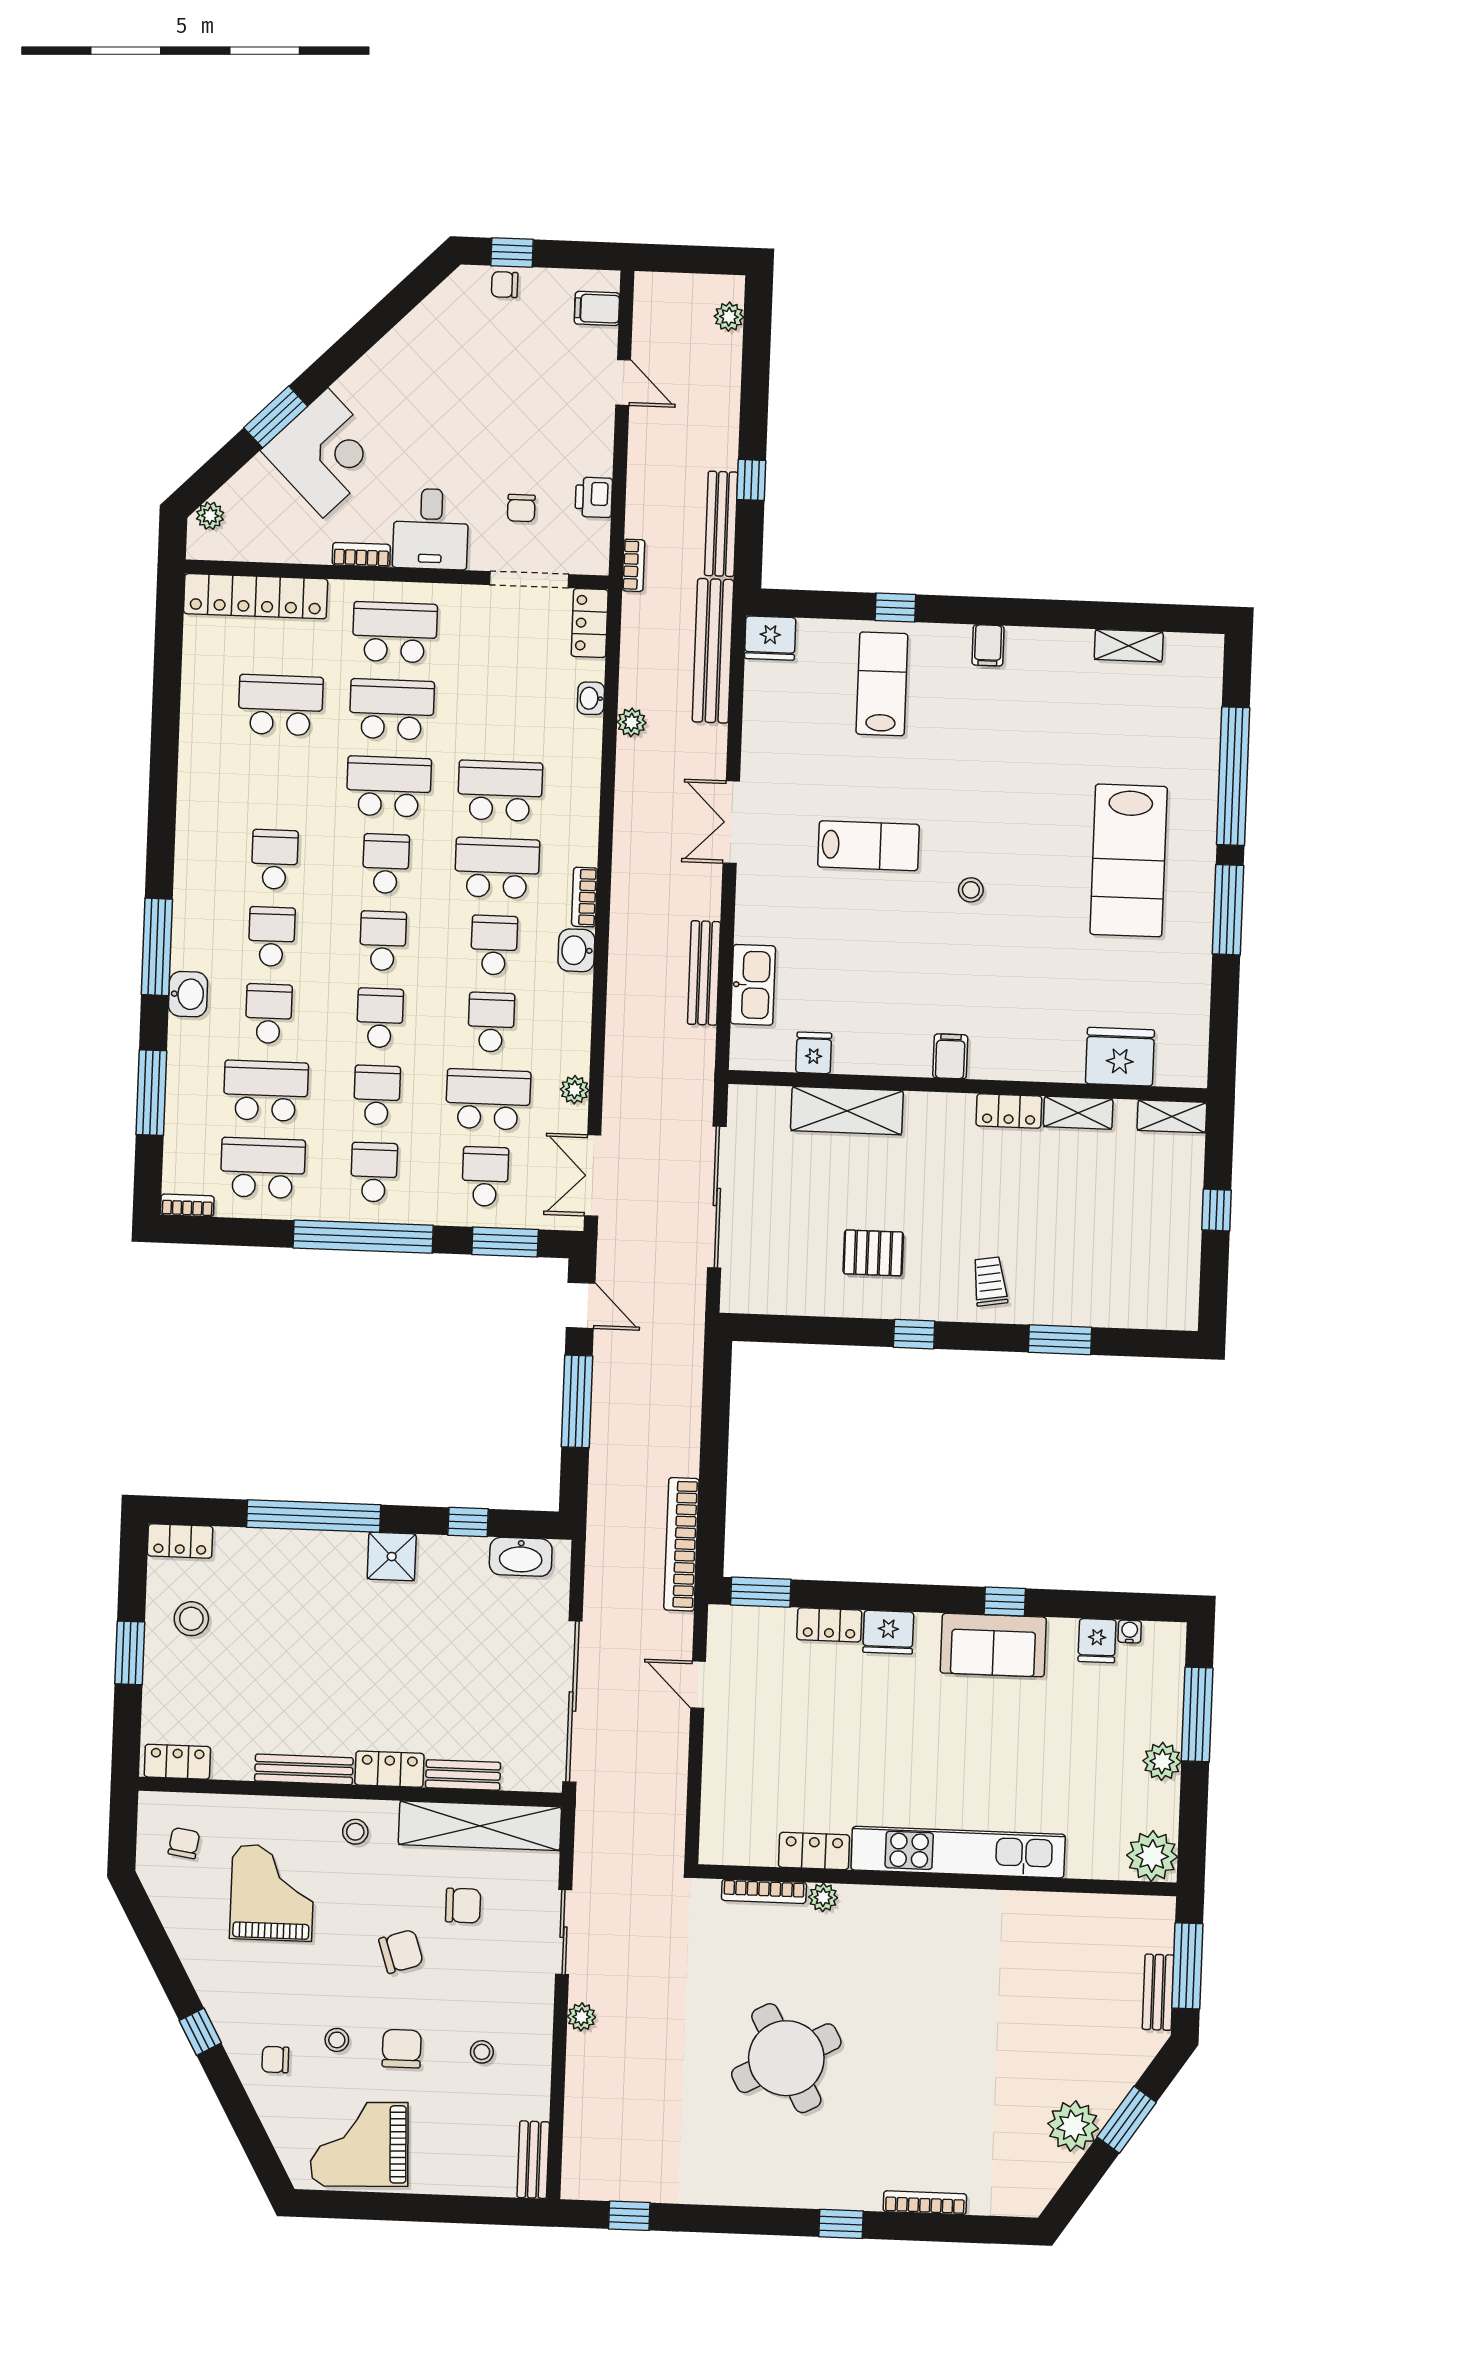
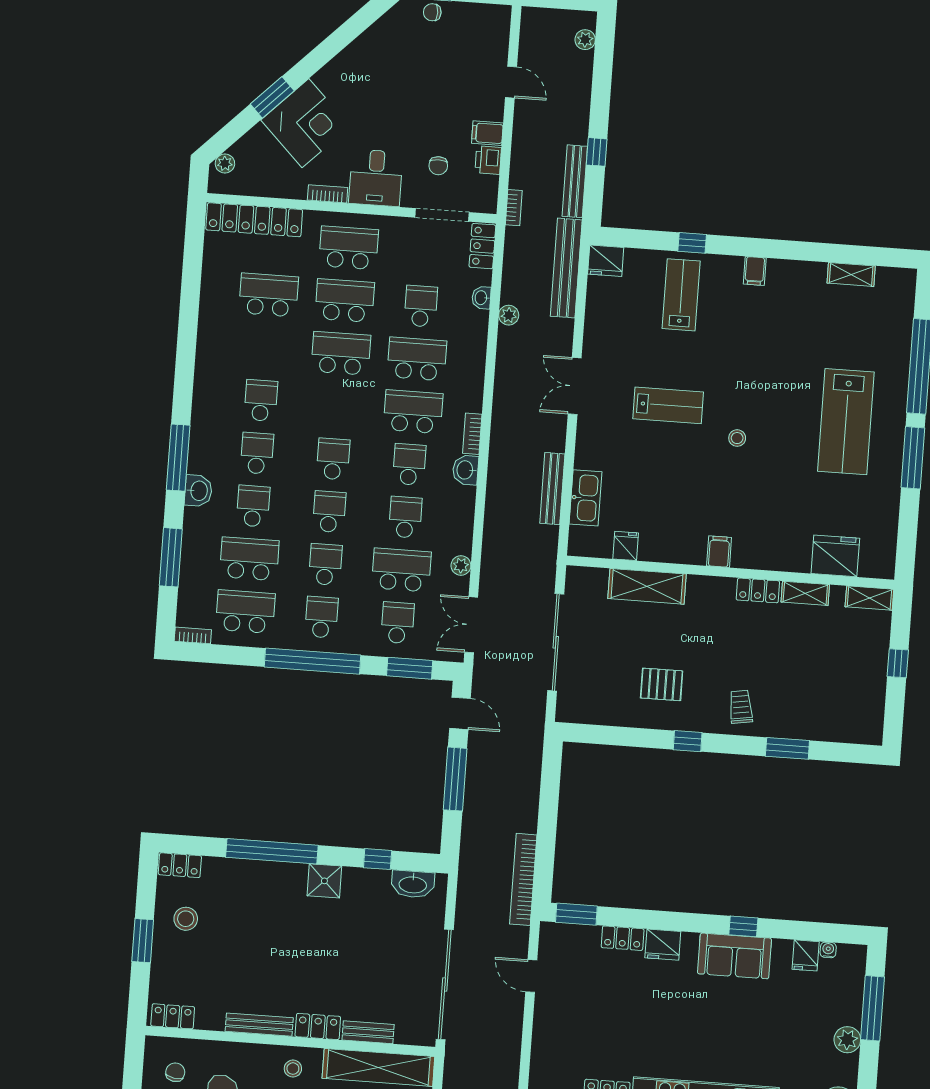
filing cabinet: (597, 308) -> (487, 133), moved
school desk: (386, 864) -> (421, 306), moved

